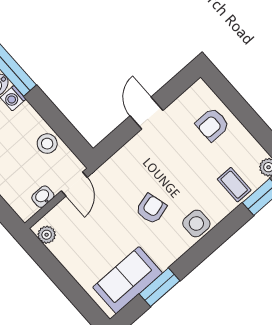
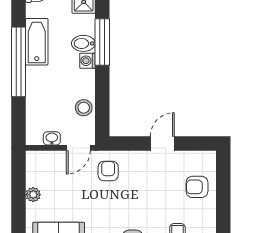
armchair: (151, 209) -> (108, 171), moved, turned -75
plant: (47, 235) -> (33, 195), moved

